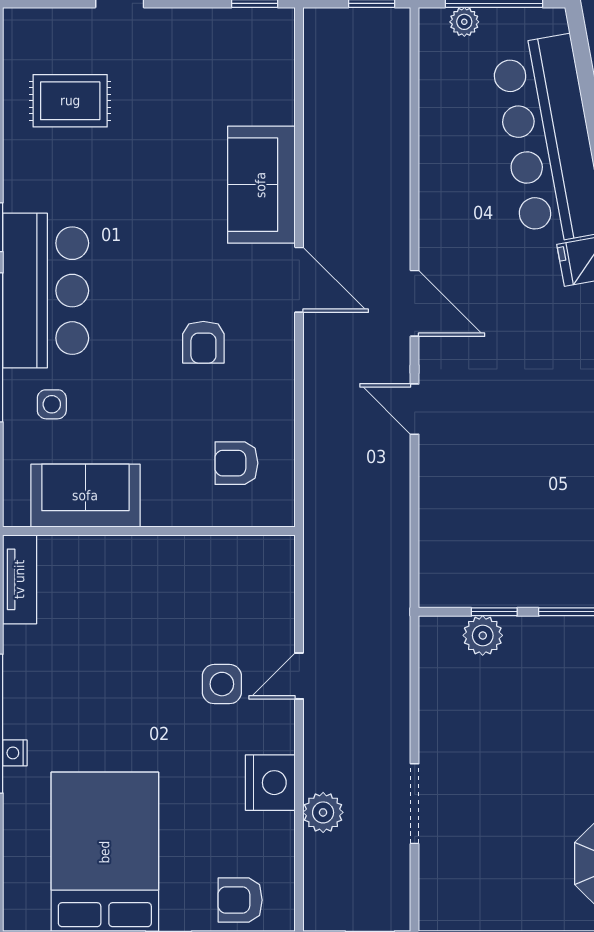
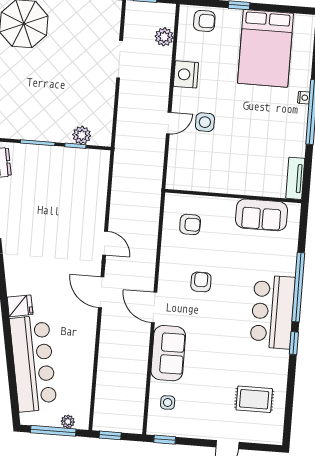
side table: (52, 404) -> (168, 402), moved
plant: (323, 812) -> (164, 37), moved

